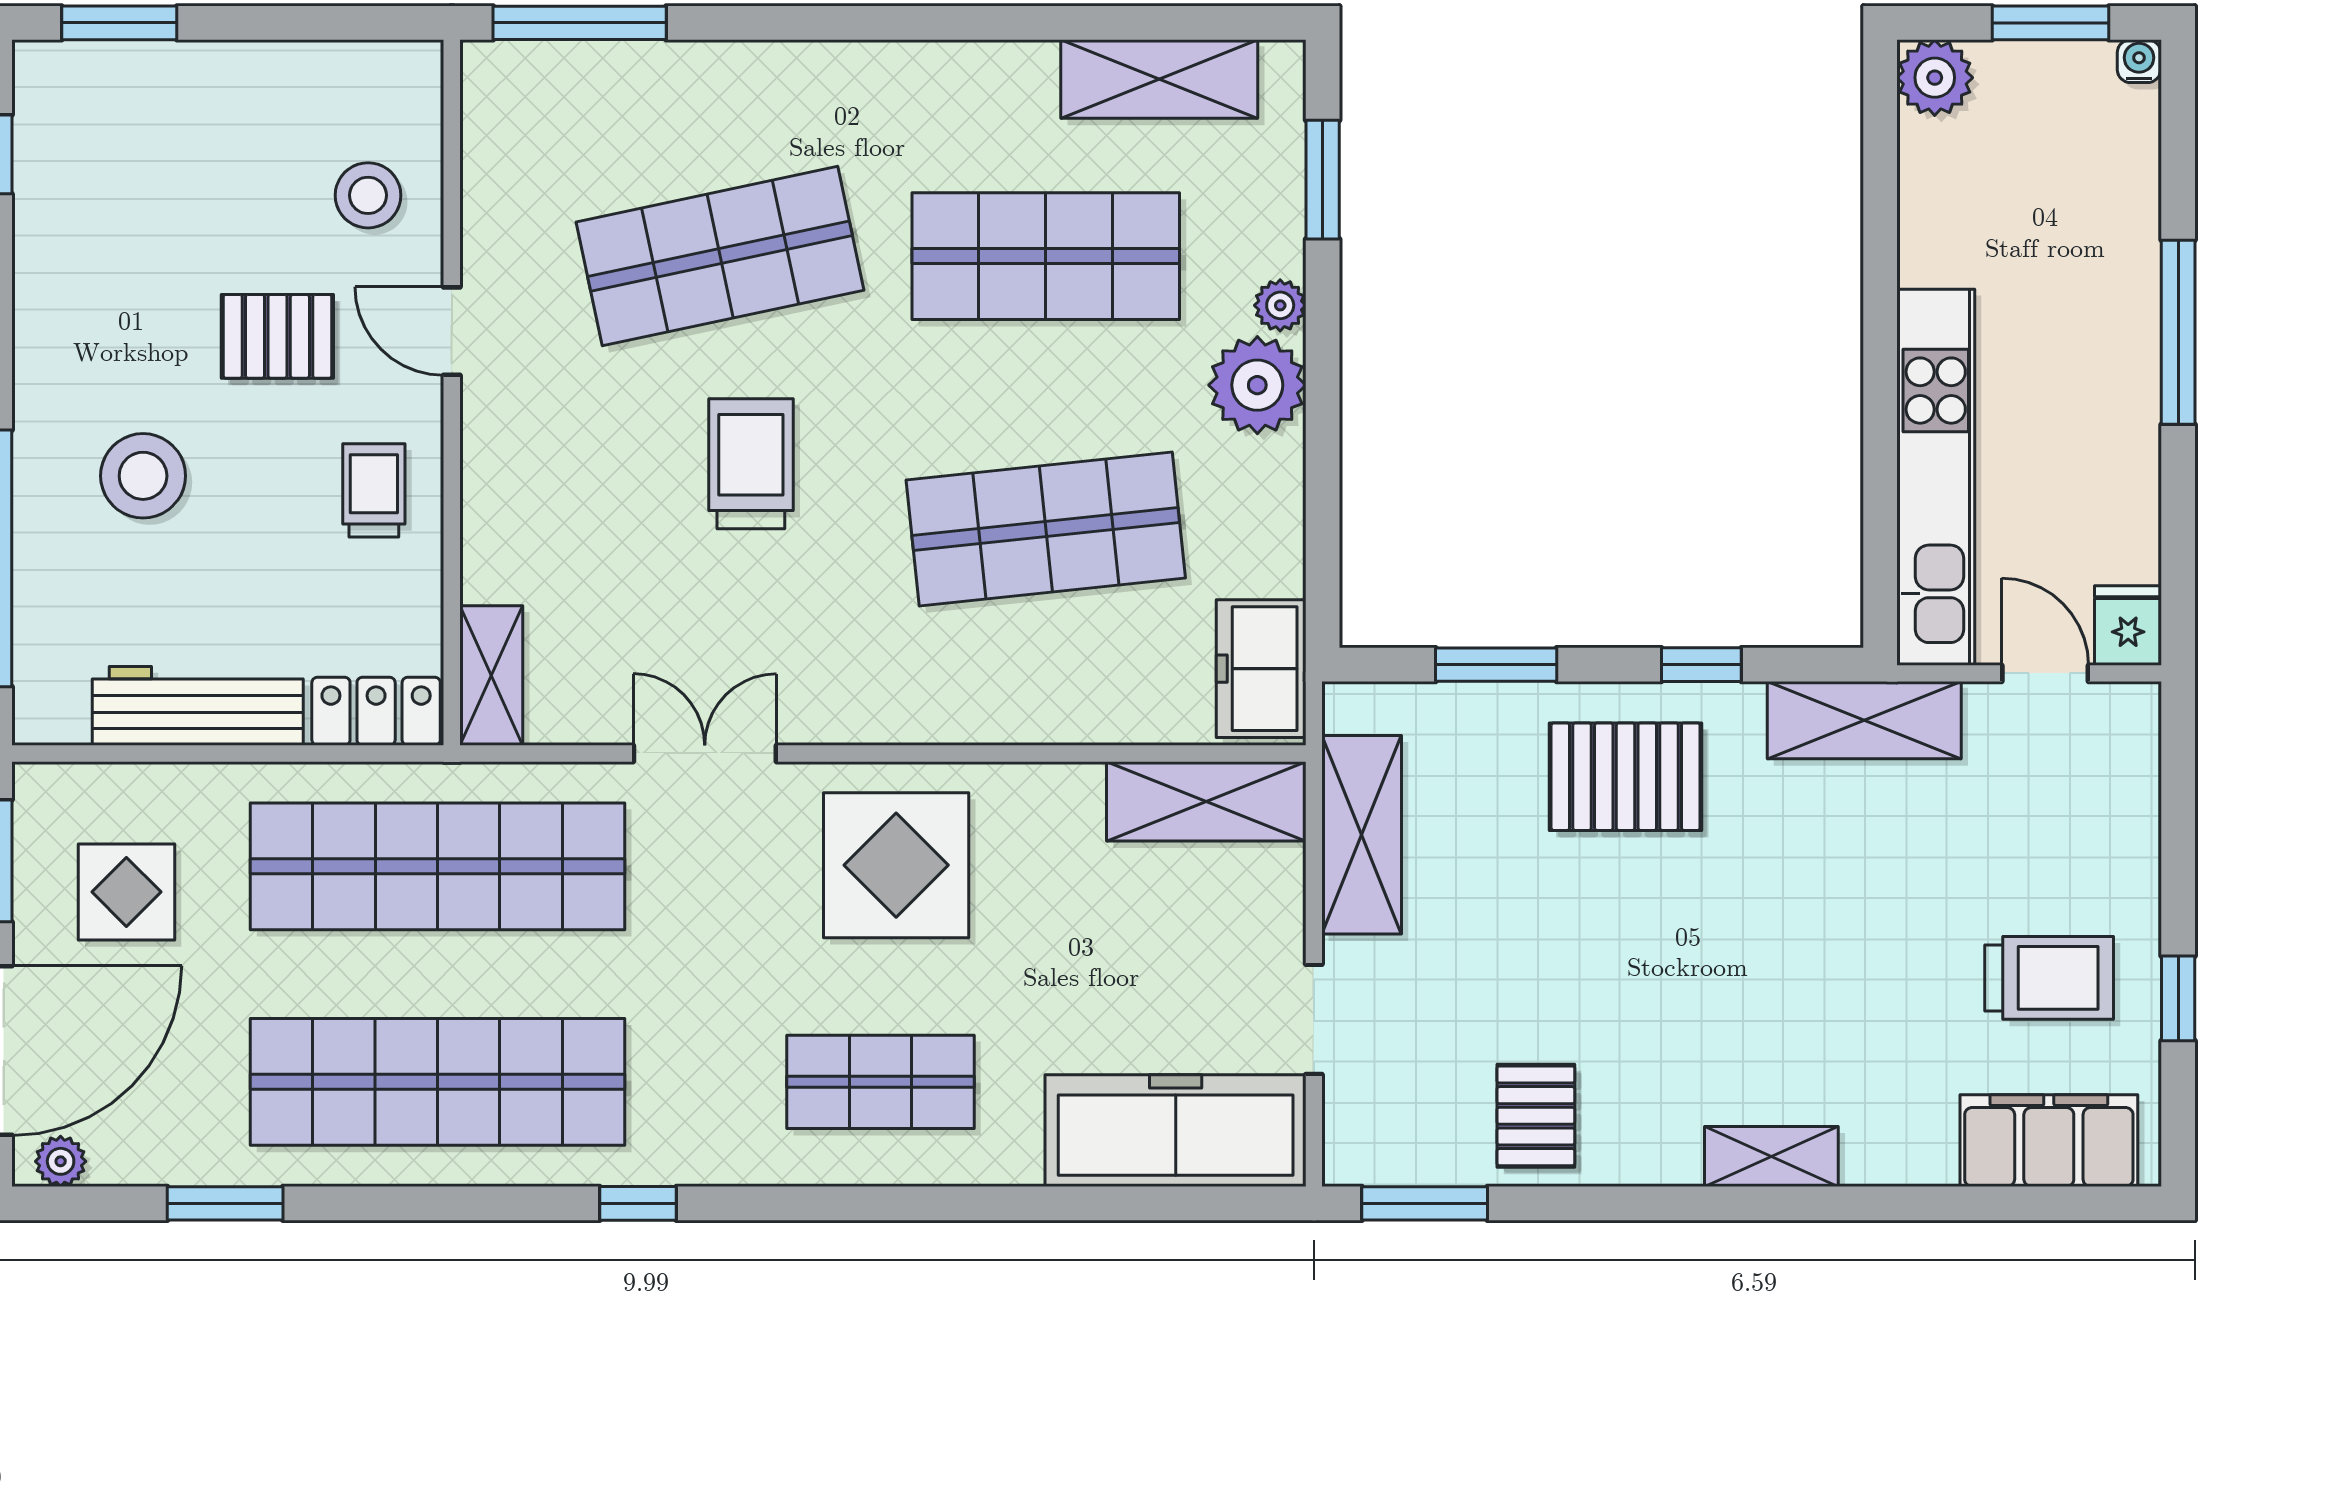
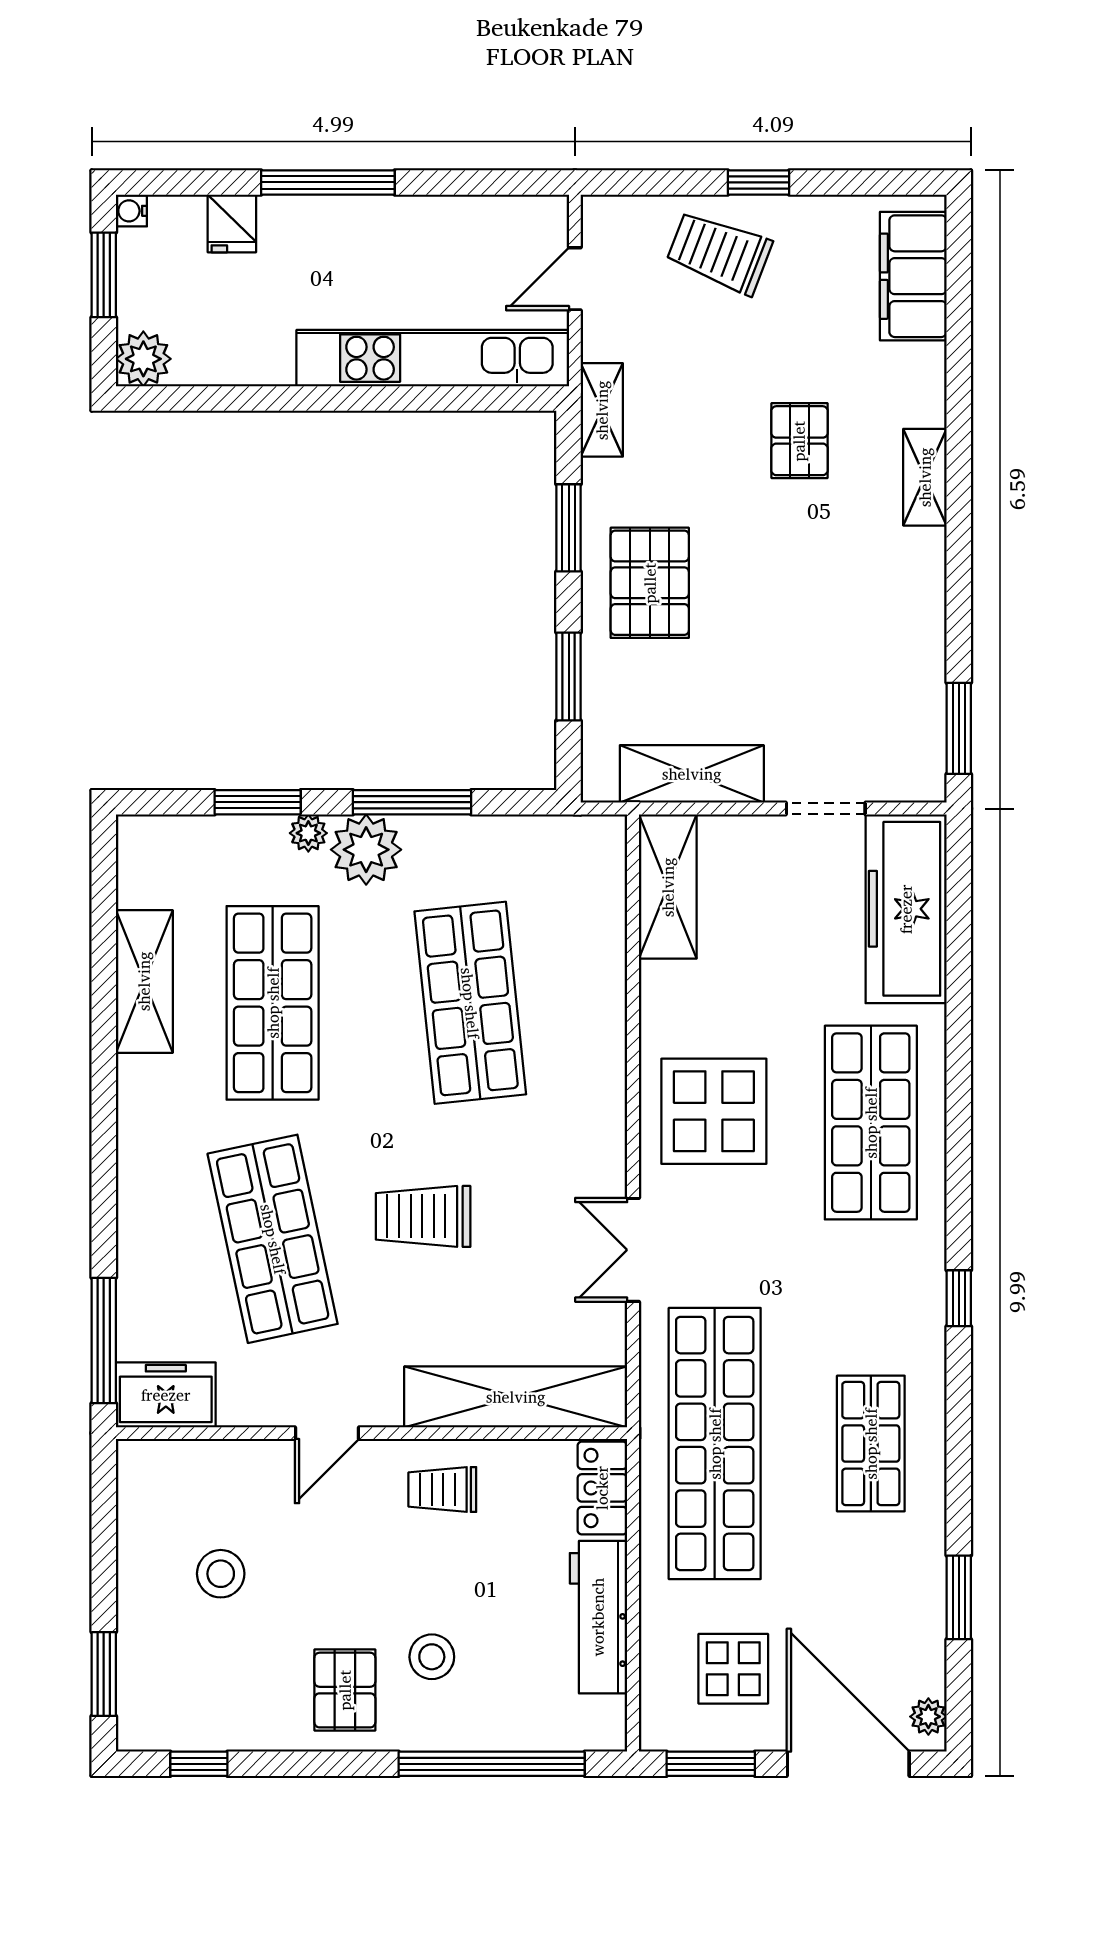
shelving: (1159, 79) -> (144, 981), moved
window: (1323, 180) -> (258, 802), moved
stool: (368, 195) -> (221, 1574), moved
pallet: (277, 336) -> (345, 1690), moved
window: (1323, 448) -> (412, 802), added
stool: (143, 476) -> (432, 1657), width x0.73, depth x0.73
fridge: (2128, 625) -> (232, 223), moved, turned -90
window: (1701, 665) -> (569, 528), width x1.50
freezer: (1261, 669) -> (166, 1395), moved, turned 180
shelving: (491, 675) -> (516, 1397), width x2.20, depth x1.33
shelving: (1864, 720) -> (602, 410), width x0.67, depth x0.75
trolley: (2049, 978) -> (719, 253), moved, turned -69
window: (2178, 998) -> (759, 182), moved
shop shelf: (437, 1082) -> (871, 1444), width x0.50, depth x0.74
shop shelf: (880, 1082) -> (871, 1123), width x1.43, depth x1.36
pallet: (1536, 1116) -> (799, 441), moved, turned 90

